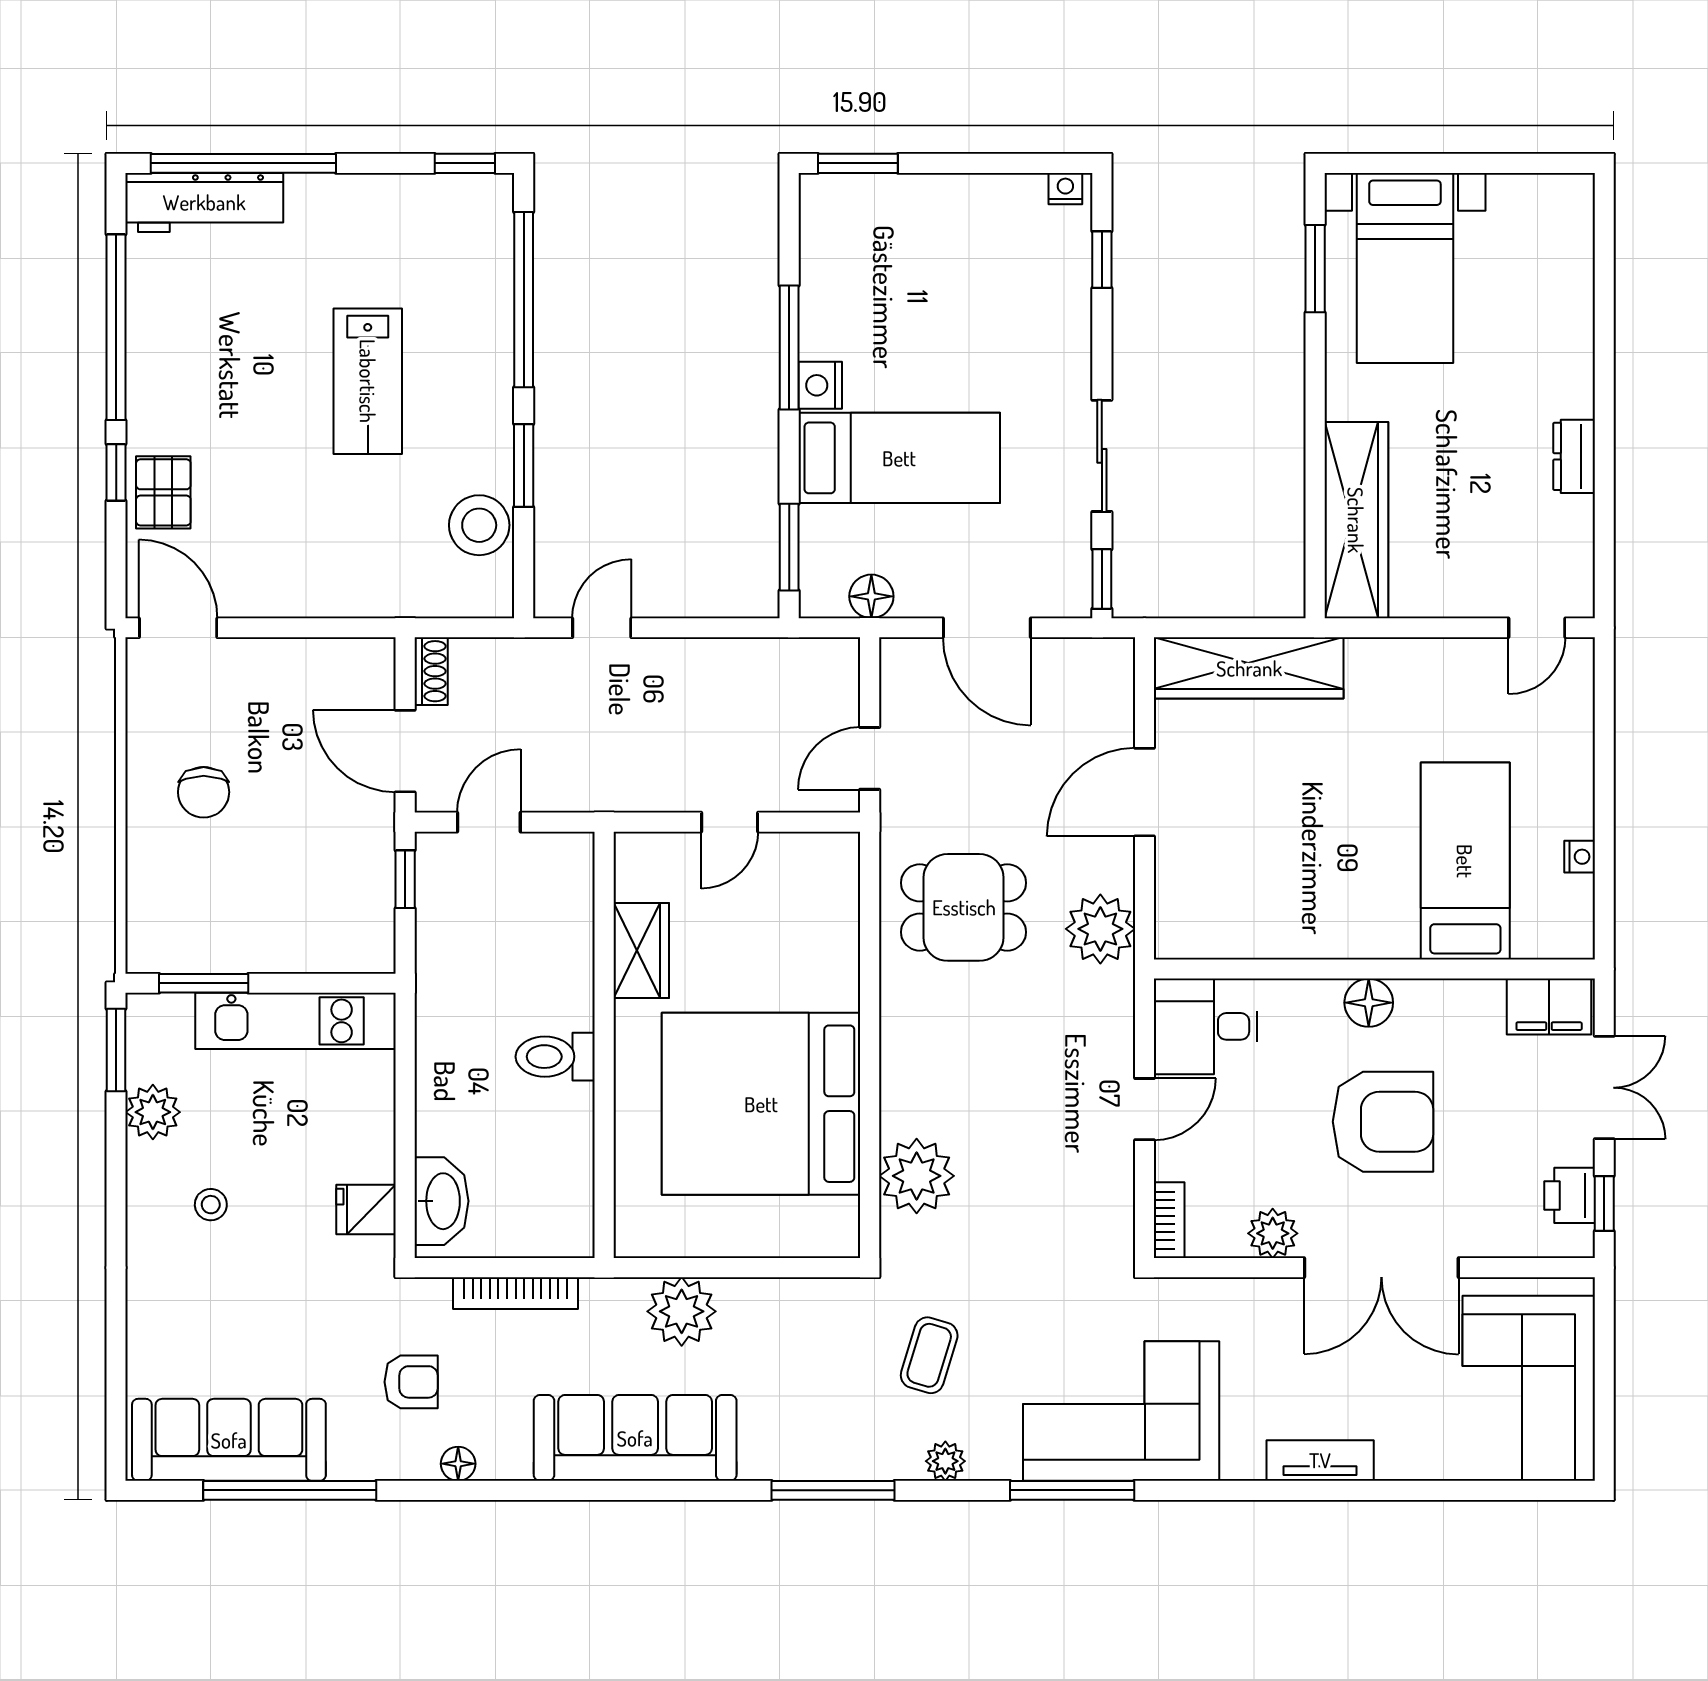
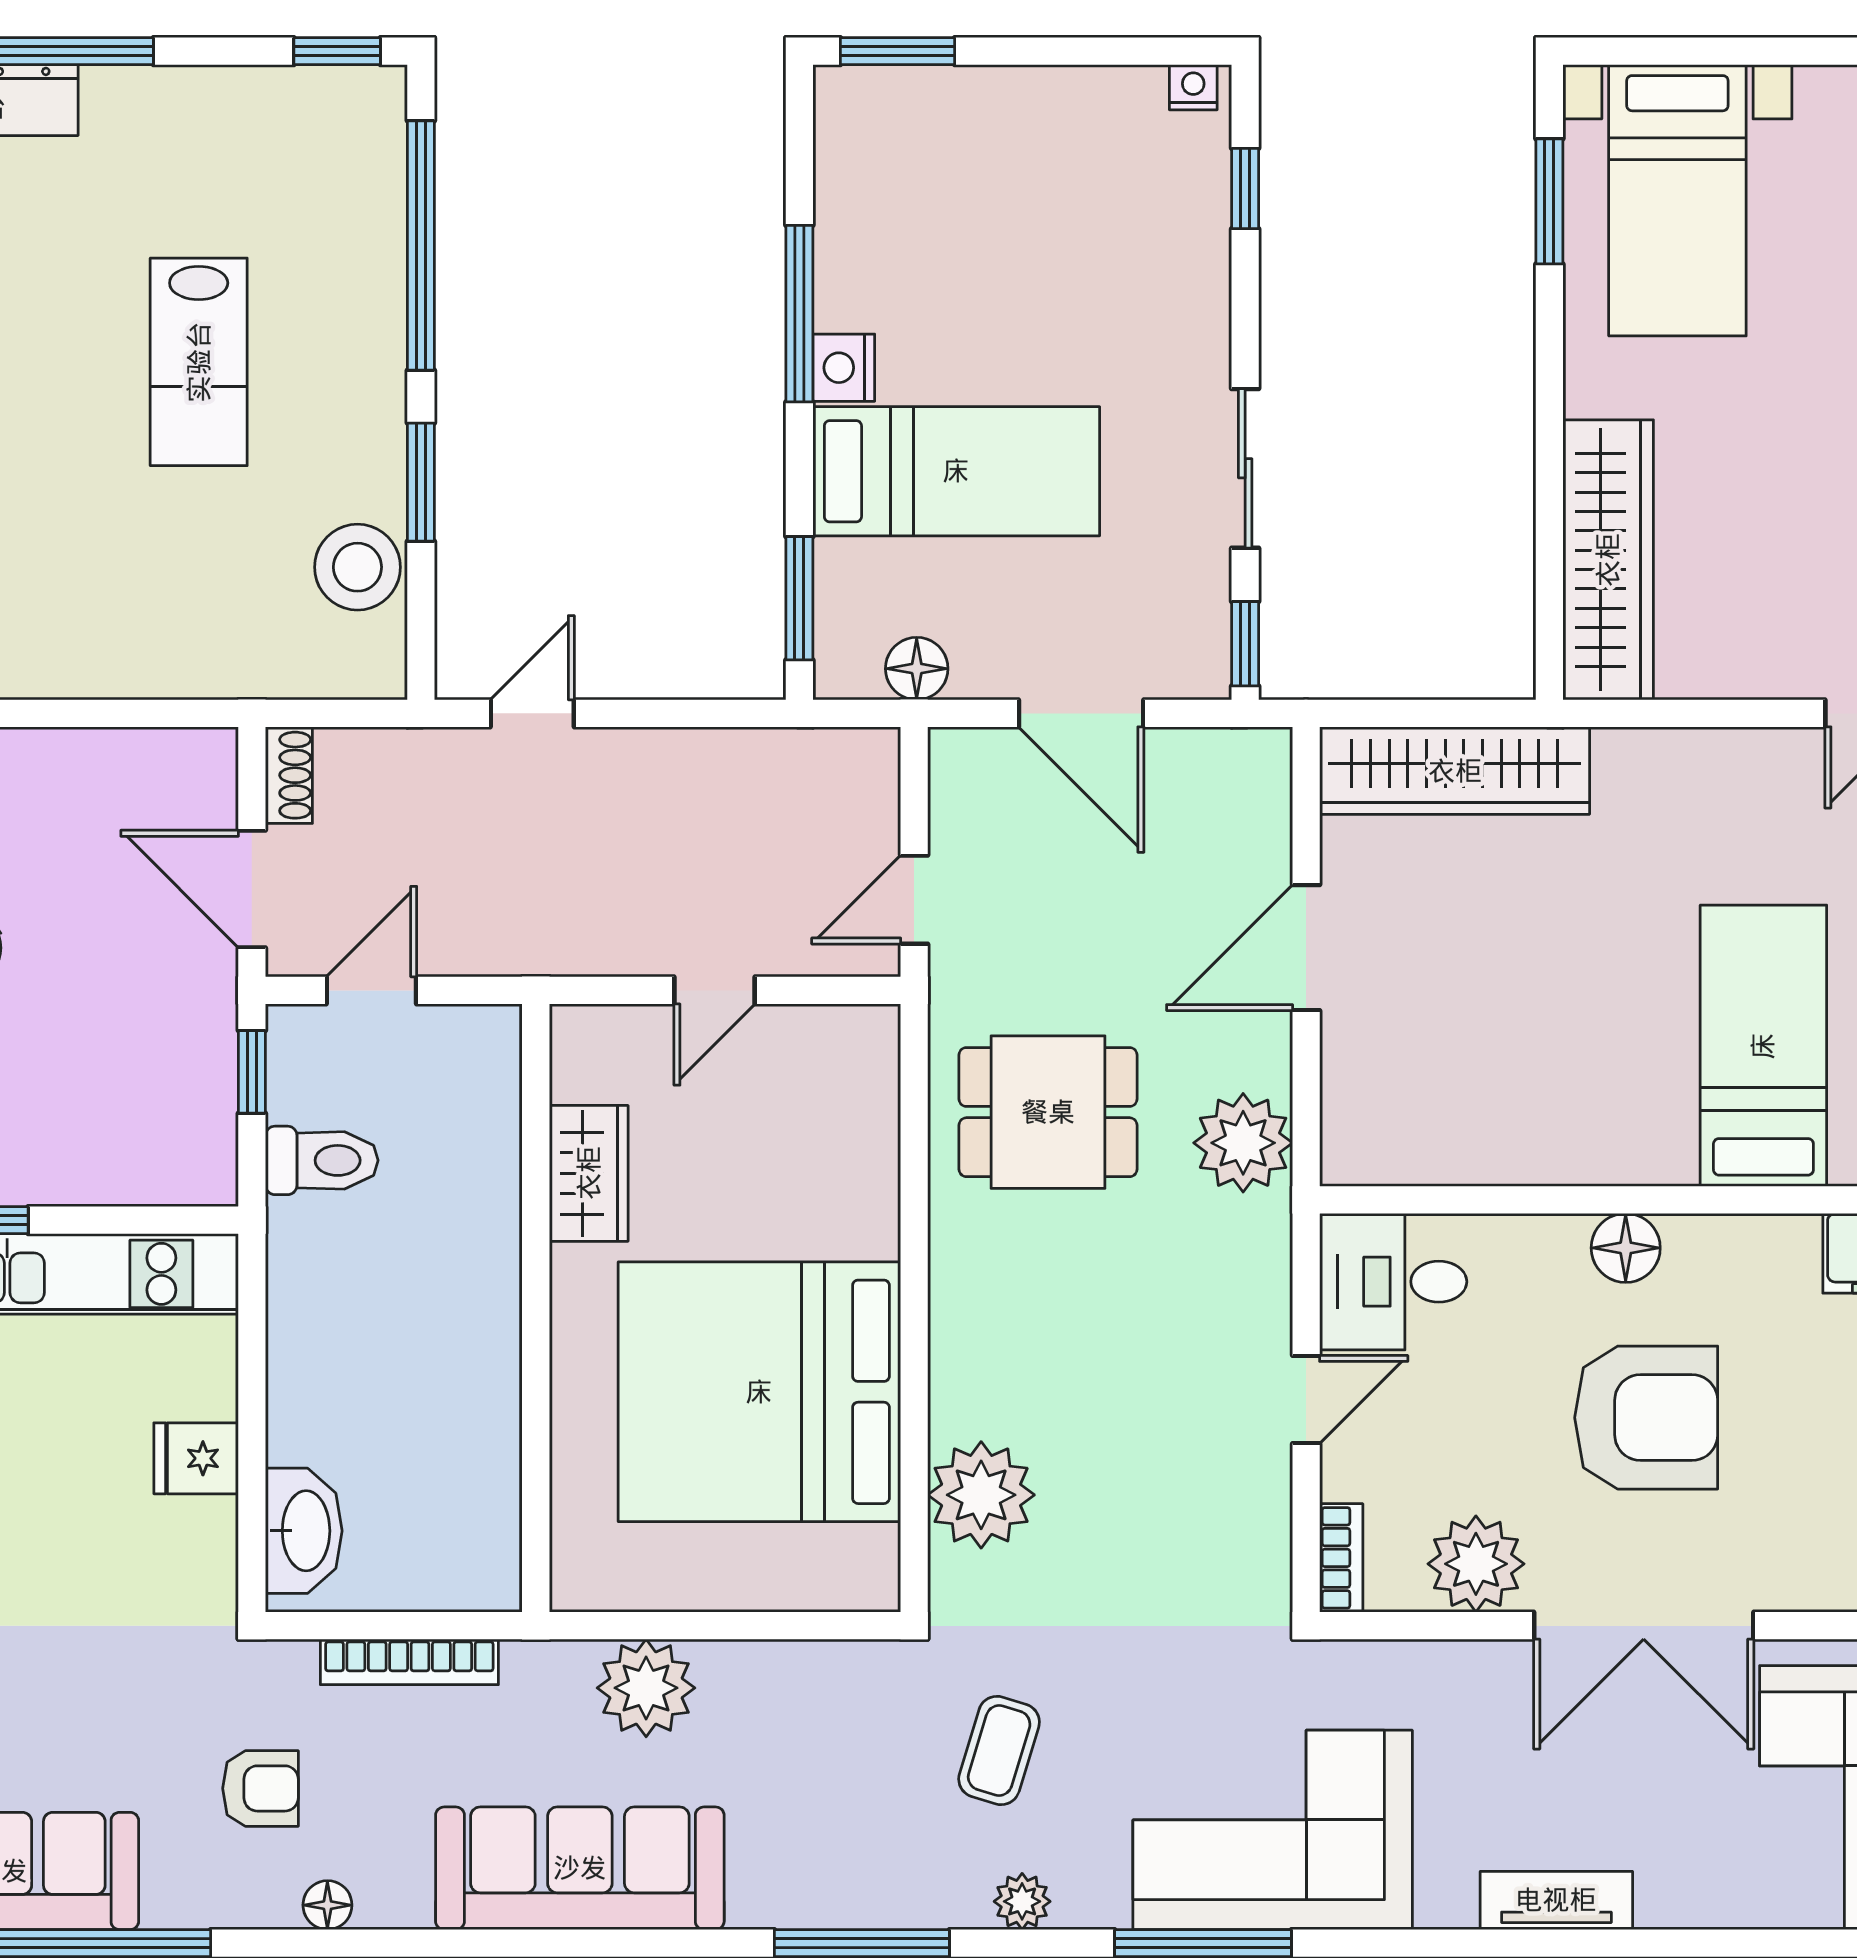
toilet: (555, 1057) -> (322, 1160), moved, turned 180
fridge: (366, 1210) -> (196, 1458), moved
plant: (1273, 1233) -> (1476, 1564), width x1.36, depth x1.36

